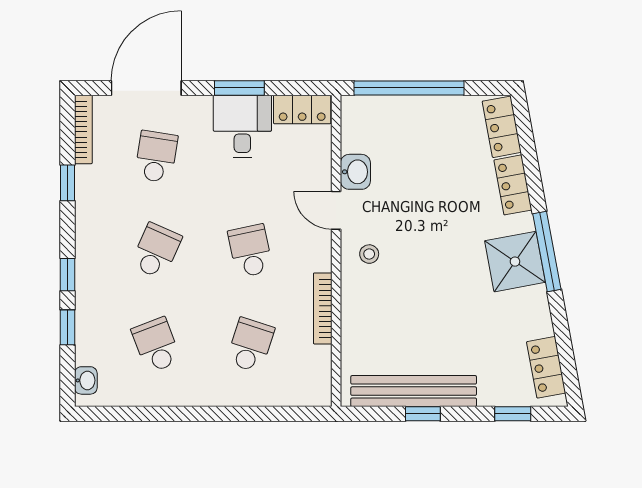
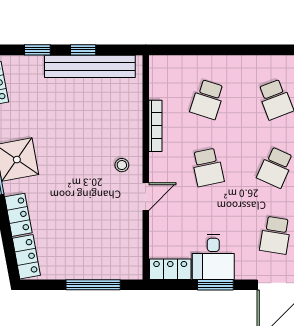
window: (409, 88) -> (93, 285), width x0.68
washbasin: (355, 172) -> (132, 224), removed
door: (336, 210) -> (146, 197), hinge flipped
window: (513, 414) -> (37, 50), moved

